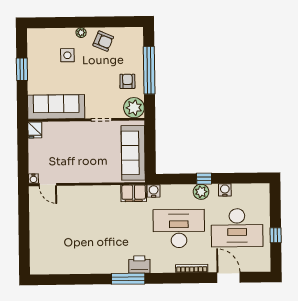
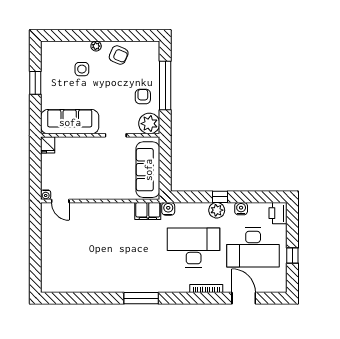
printer: (139, 264) -> (278, 213), moved, turned -90

